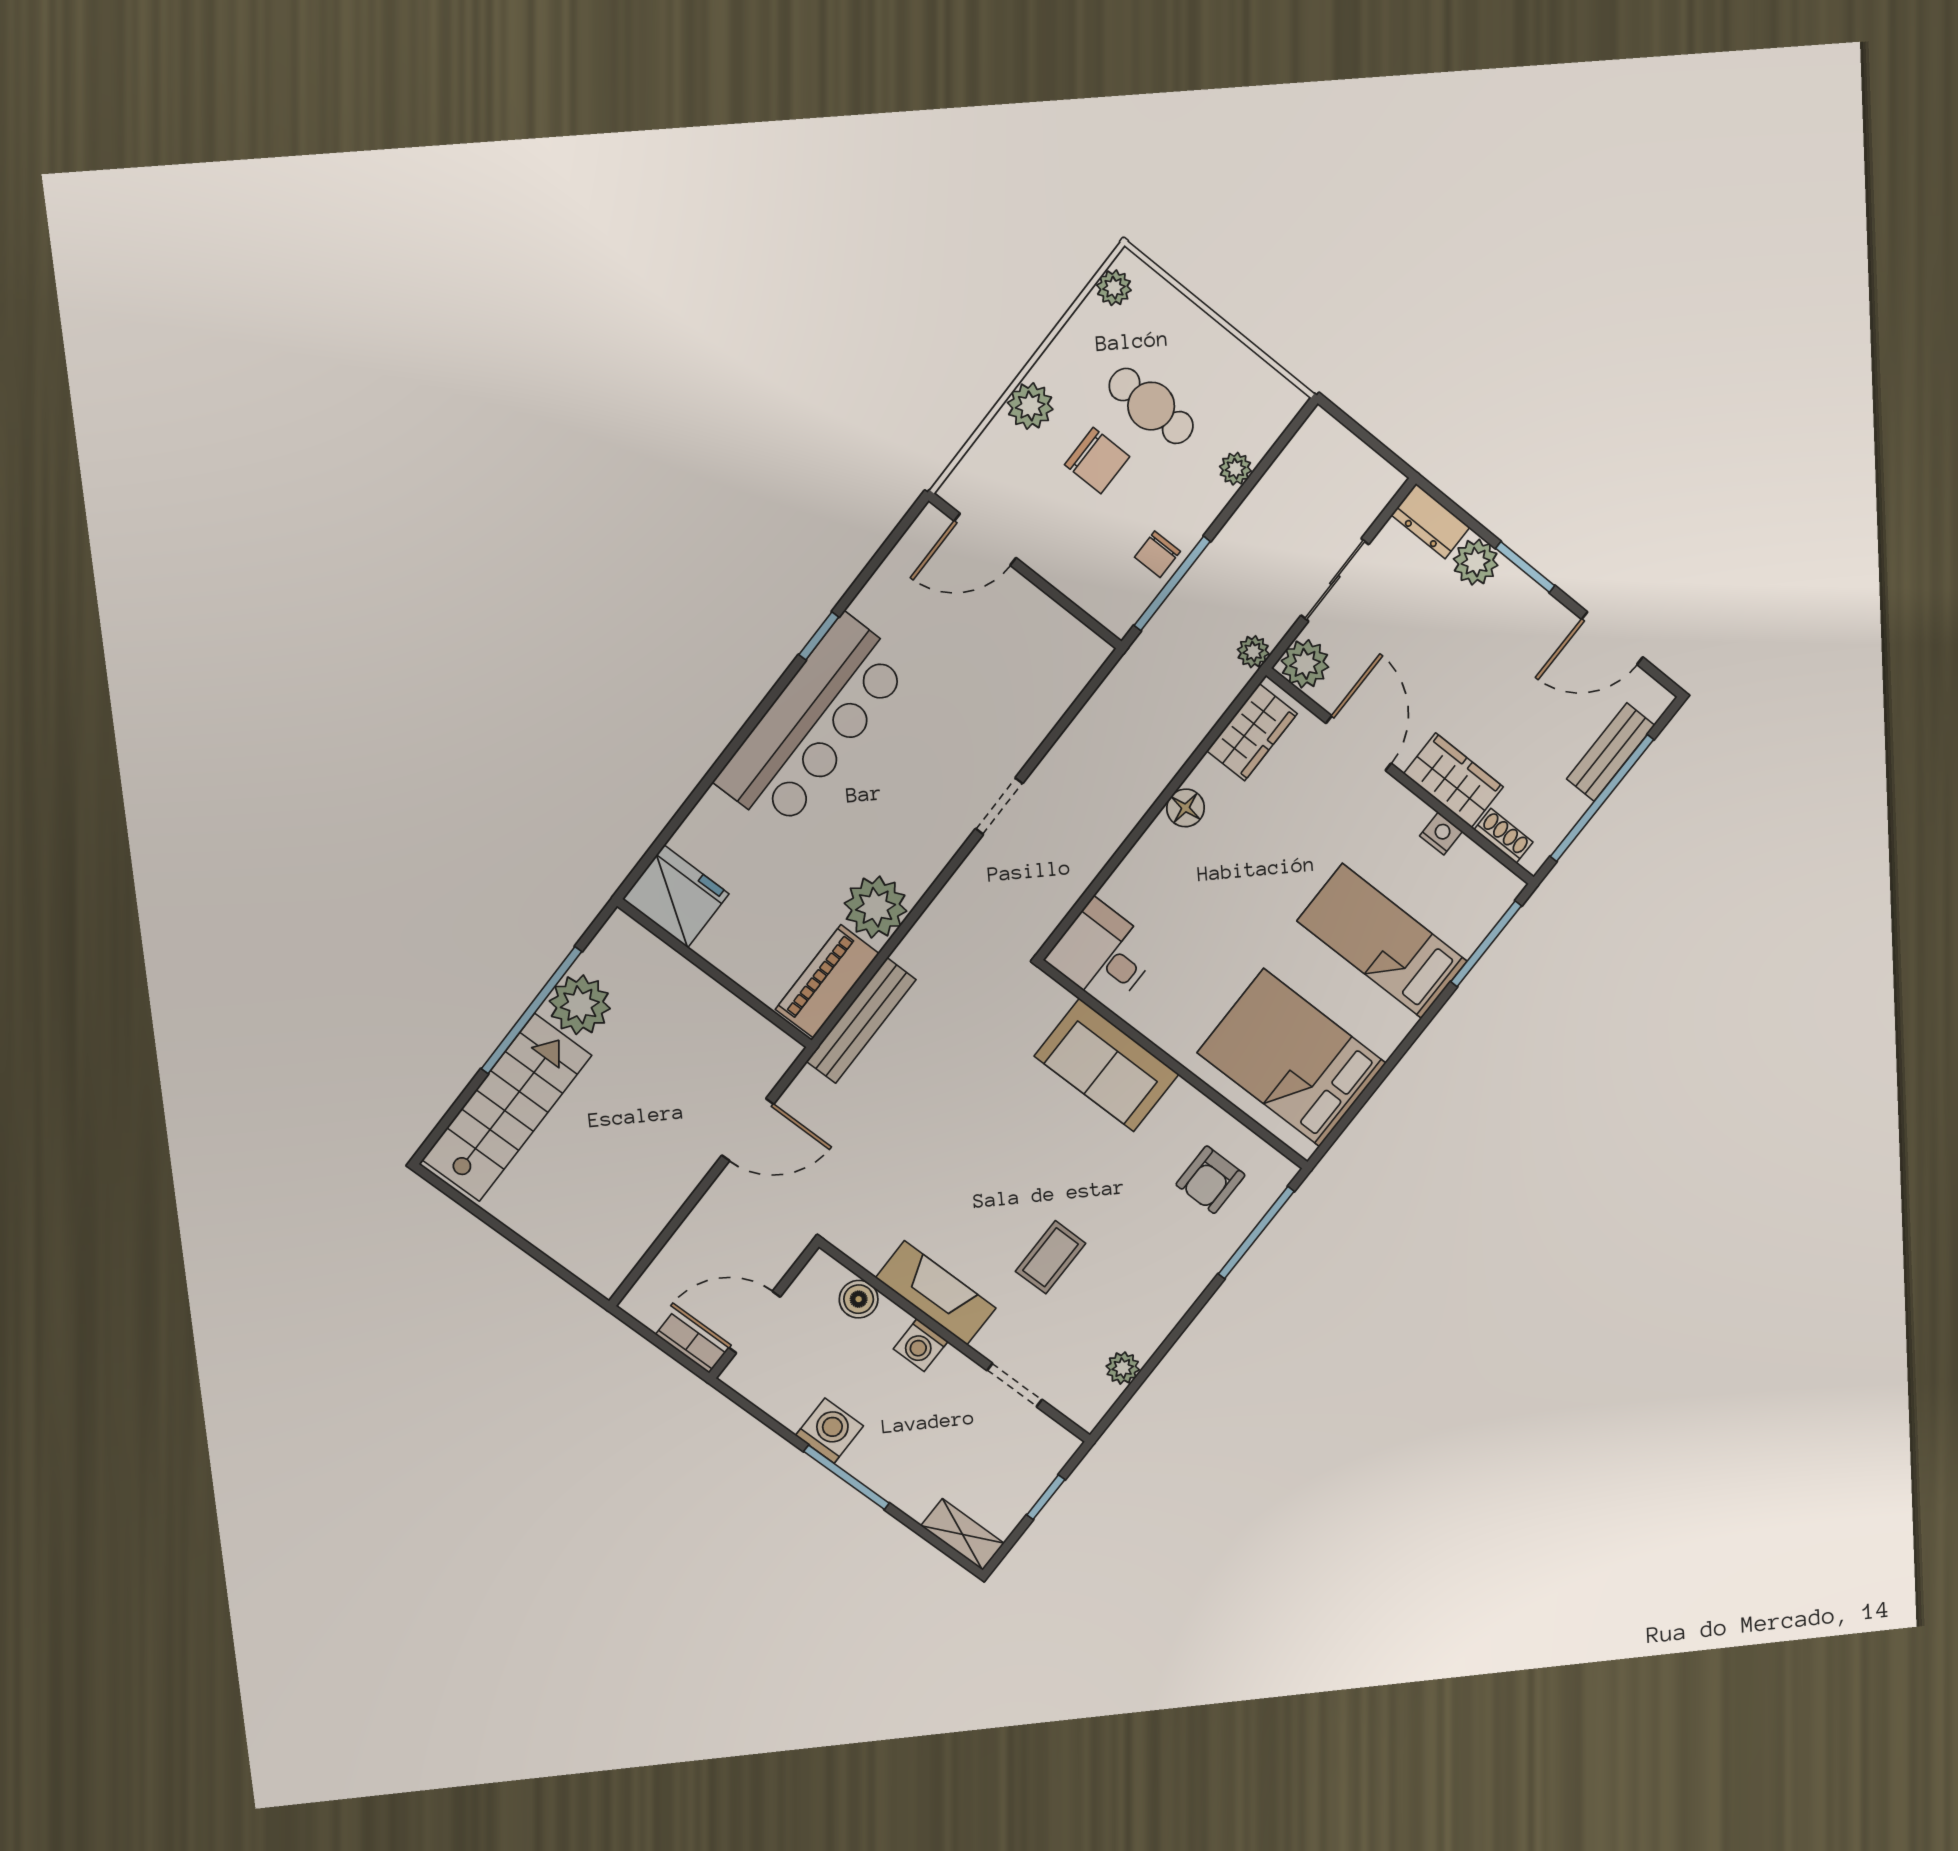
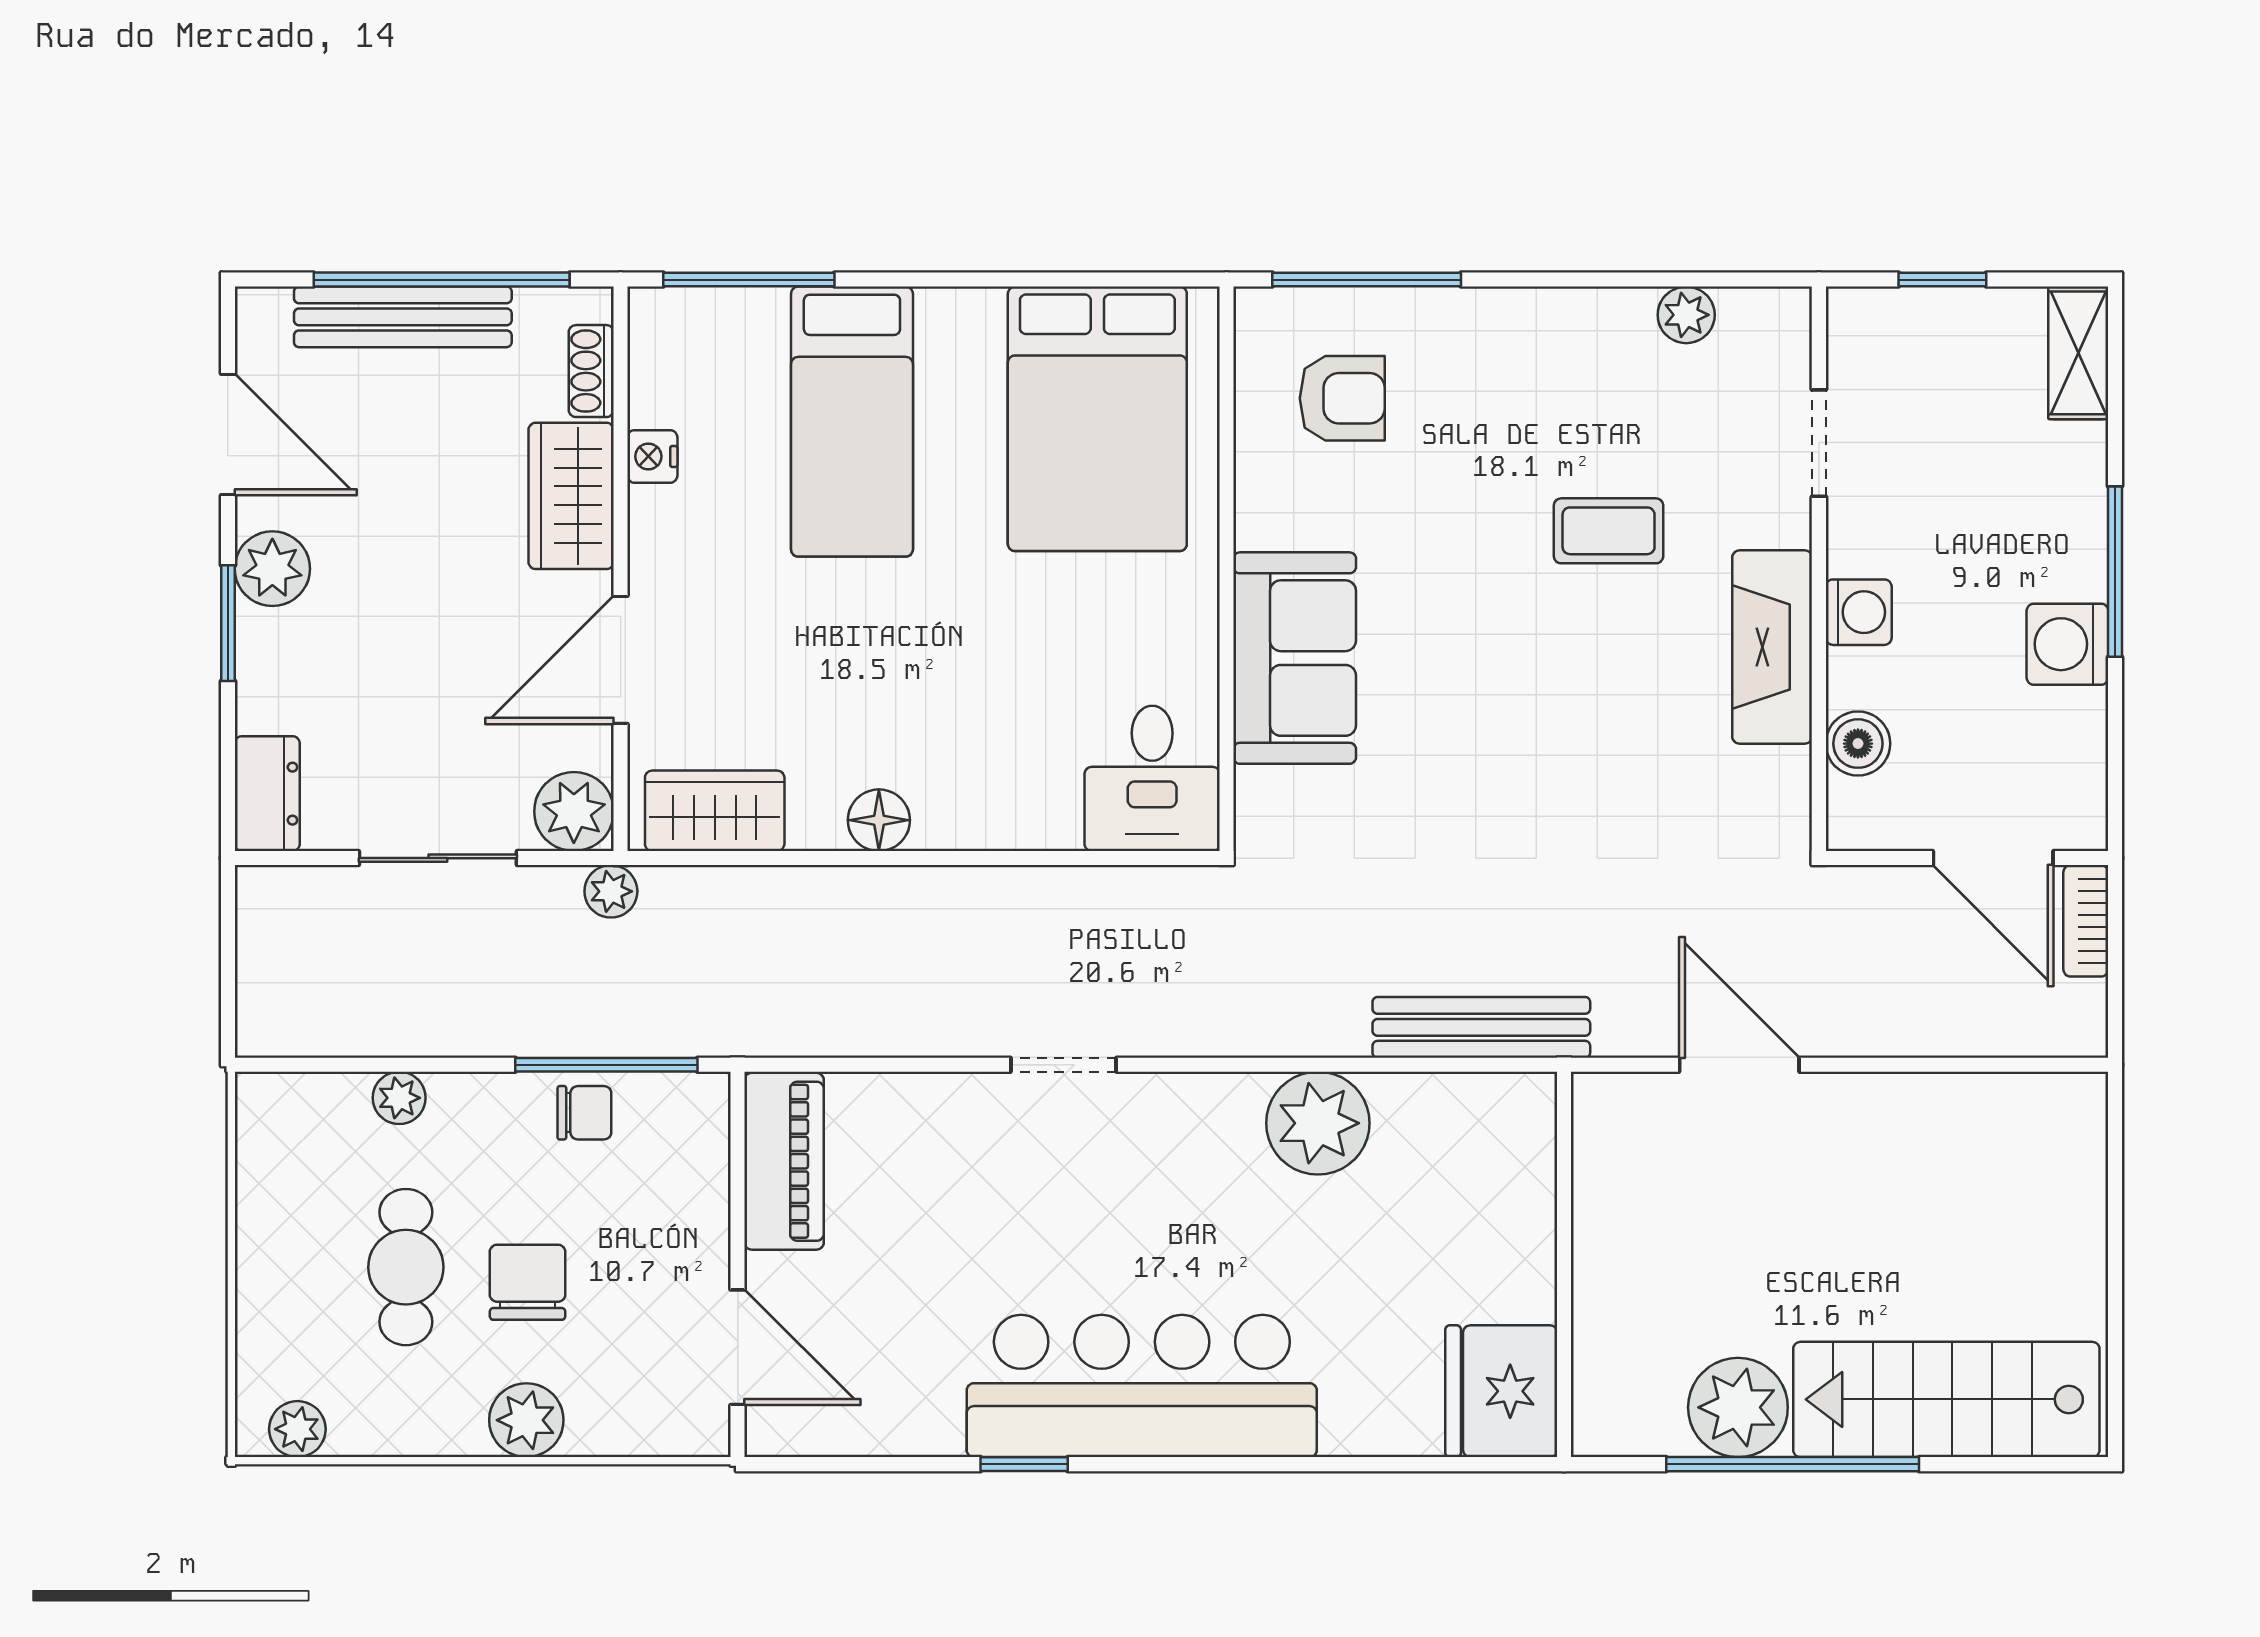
plant: (1476, 562) -> (272, 569), moved
bench: (1611, 752) -> (403, 317), width x1.36
piano: (827, 981) -> (784, 1161), moved, turned -90

